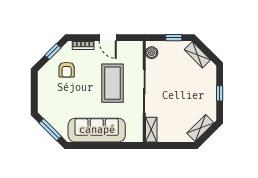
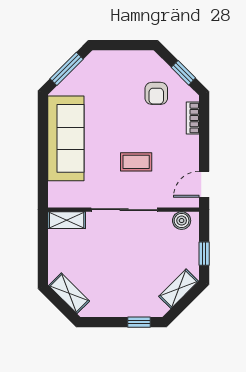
door: (108, 38) -> (204, 184), moved
armchair: (67, 70) -> (156, 93), turned -90
coffee table: (112, 83) -> (136, 162), width x0.54, depth x0.58
window: (220, 93) -> (139, 322), moved

